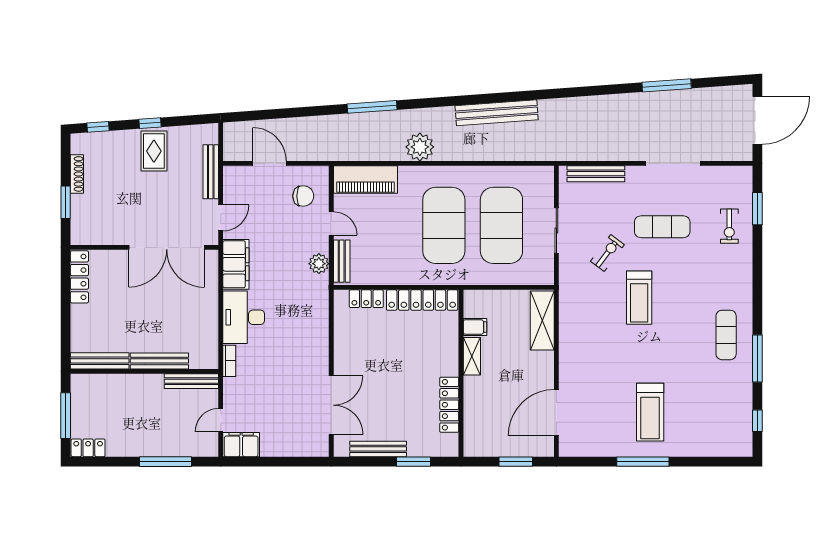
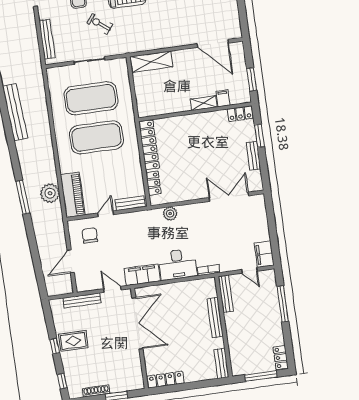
plant: (420, 147) -> (50, 193), moved
plant: (319, 264) -> (170, 213), moved
filing cabinet: (475, 327) -> (223, 98), moved
shelving: (472, 356) -> (204, 103), moved
bench: (100, 361) -> (221, 363), width x0.73
locker: (449, 405) -> (240, 114), moved, width x0.66
bench: (378, 449) -> (253, 156), width x0.73
window: (516, 462) -> (252, 79), moved

